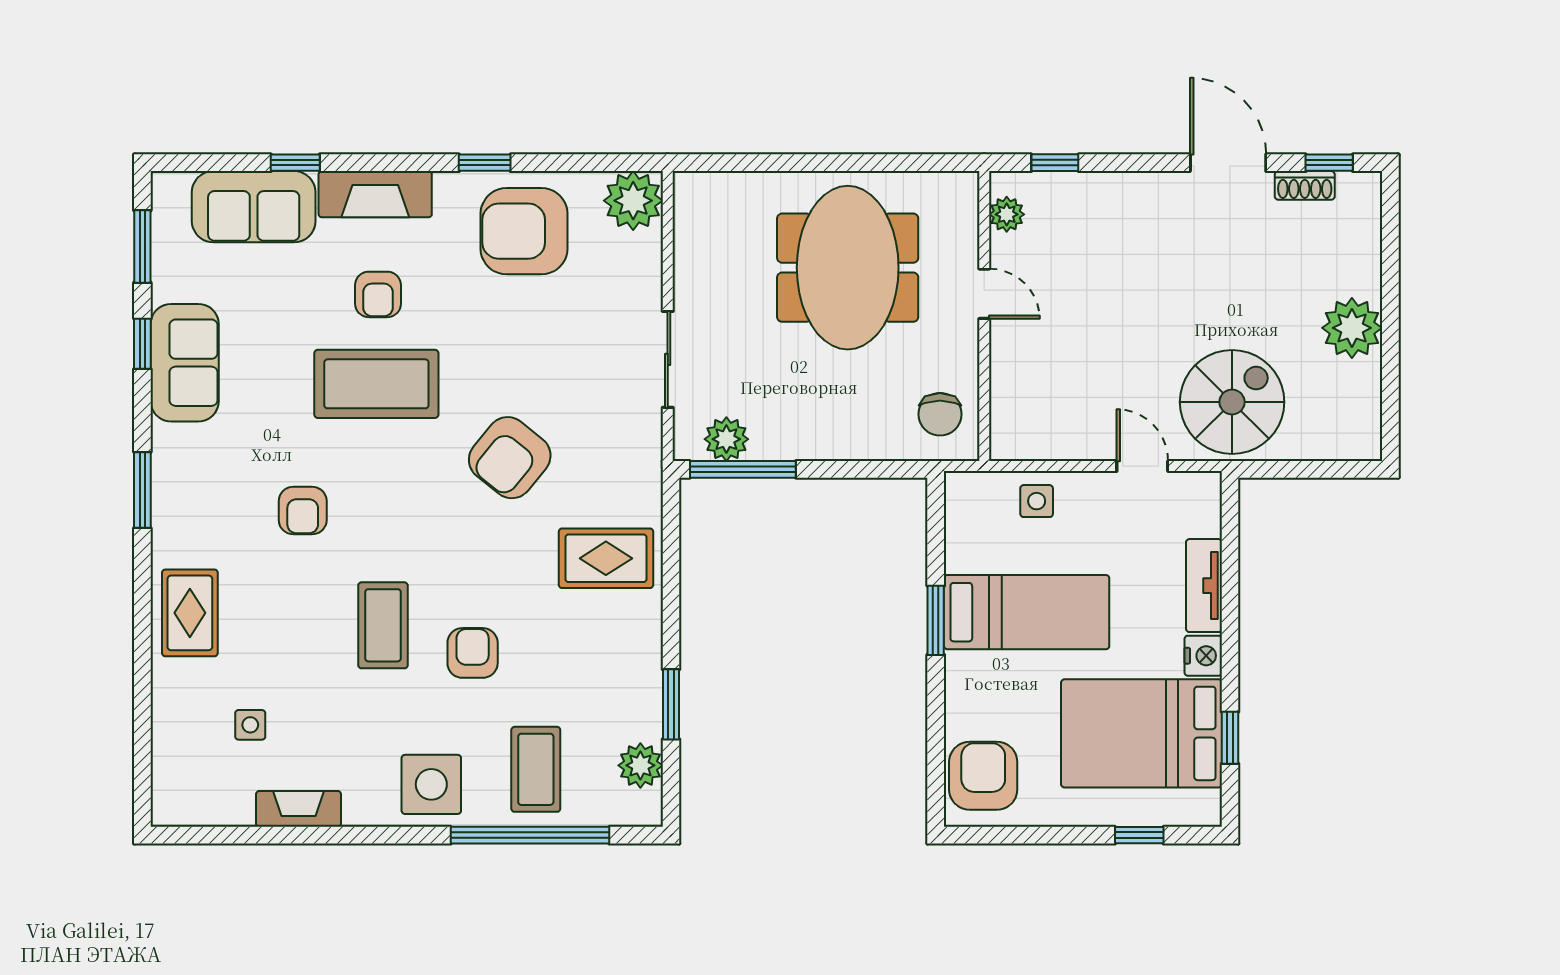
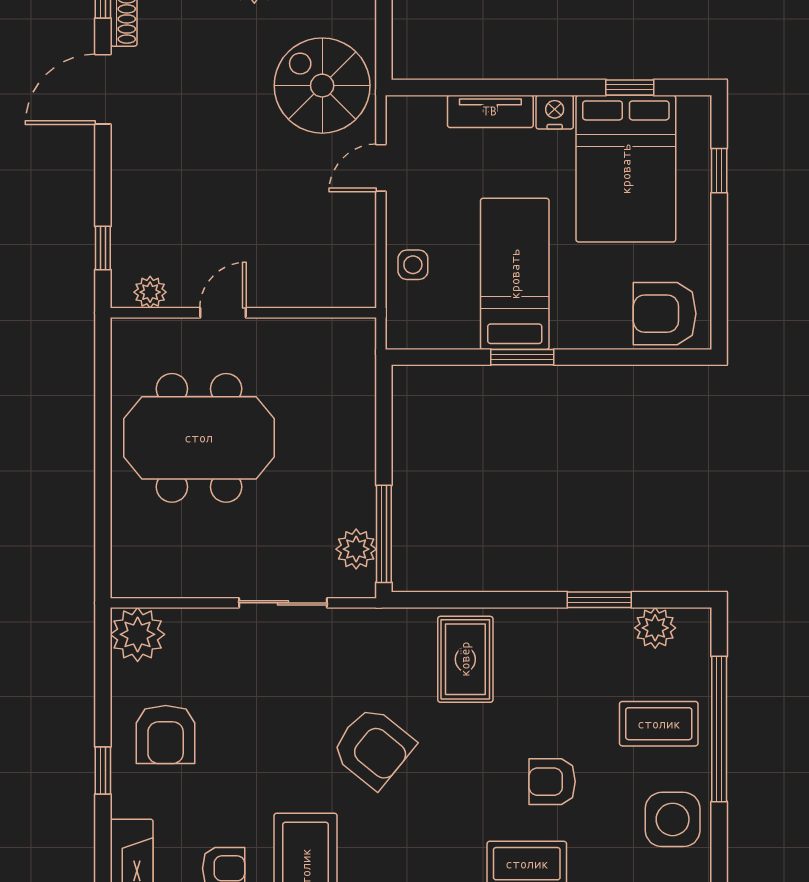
armchair: (524, 231) -> (166, 734), width x0.73, depth x0.73
chair: (940, 414) -> (333, 353), removed

